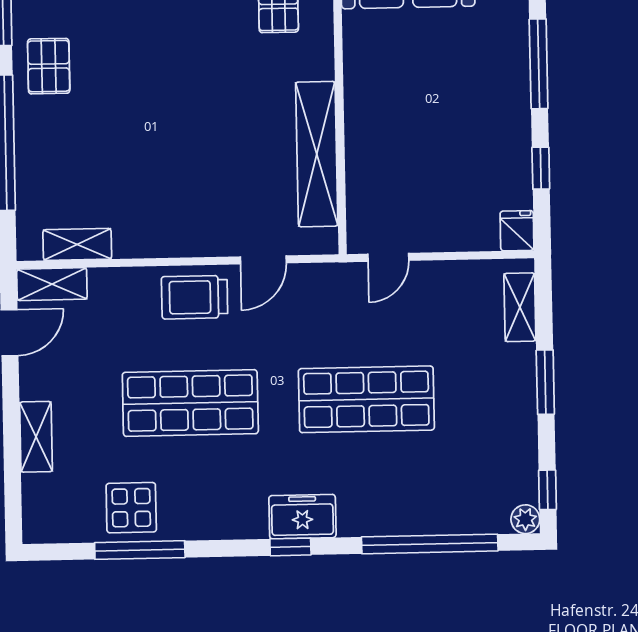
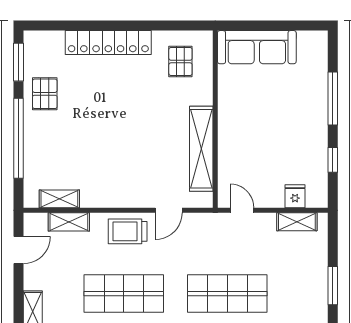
fridge: (517, 231) -> (295, 196), moved
door: (388, 257) -> (242, 210), swing flipped
shelving: (52, 284) -> (69, 222), moved
shelving: (520, 307) -> (297, 222), moved, turned 90

